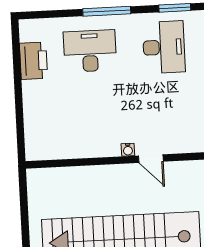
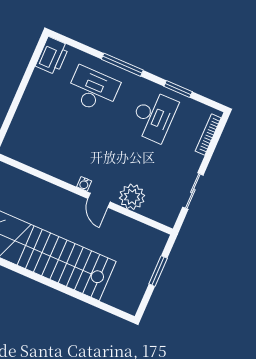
printer: (33, 61) -> (52, 56), moved
plant: (182, 139) -> (132, 197), added

